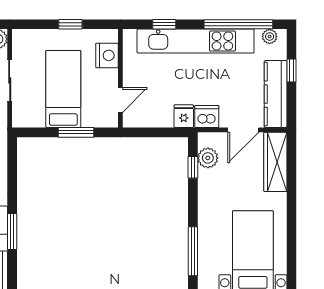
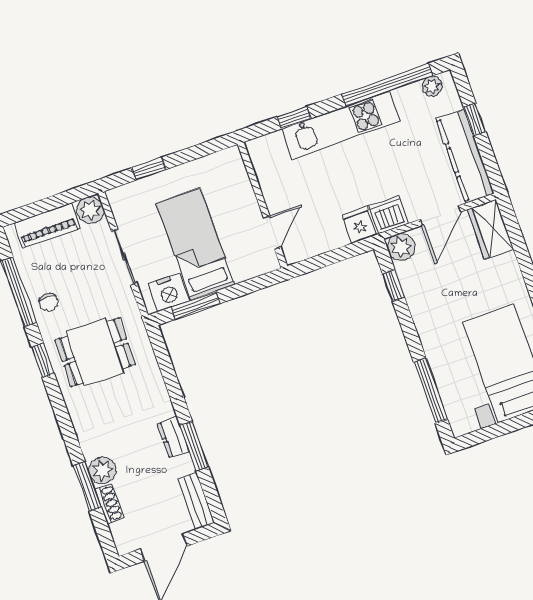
window: (70, 24) -> (149, 169), moved
kitchen unit: (196, 41) -> (341, 125), width x0.73
nightstand: (107, 55) -> (168, 292), moved, turned 90
window: (76, 132) -> (195, 305), moved
plant: (208, 158) -> (401, 247), moved
wardrobe: (275, 162) -> (490, 229), width x0.67

